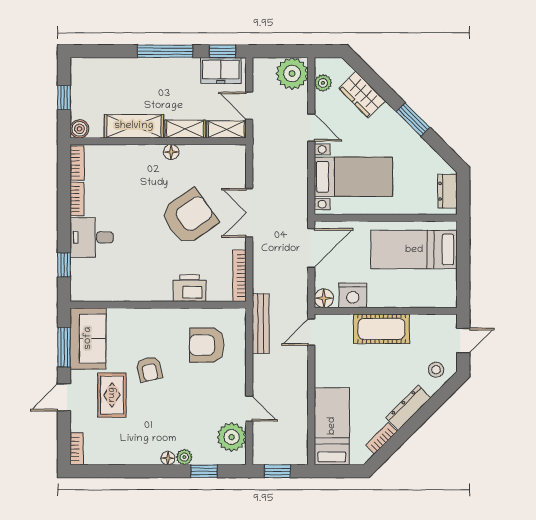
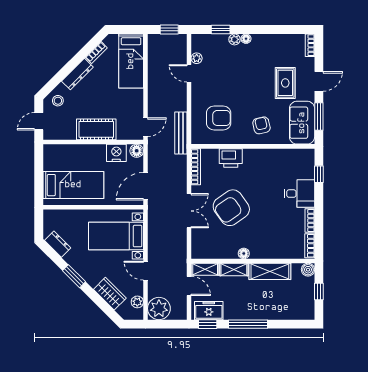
dresser: (448, 191) -> (58, 244), moved, turned -45
armchair: (149, 369) -> (261, 125), moved
plant: (232, 437) -> (197, 58), width x0.53, depth x0.53

